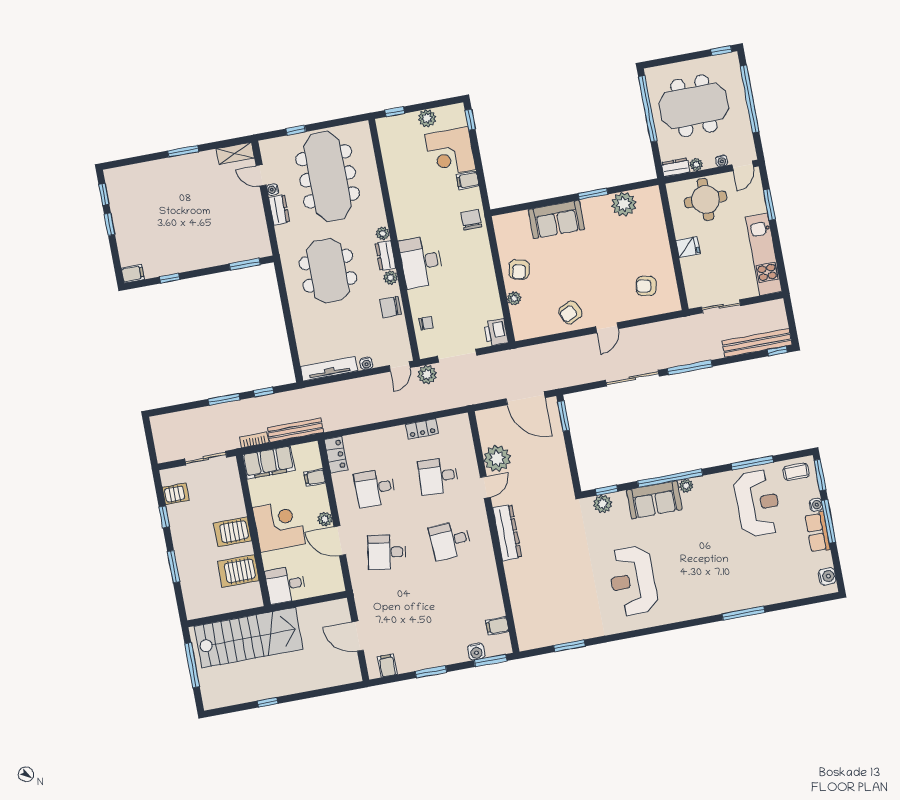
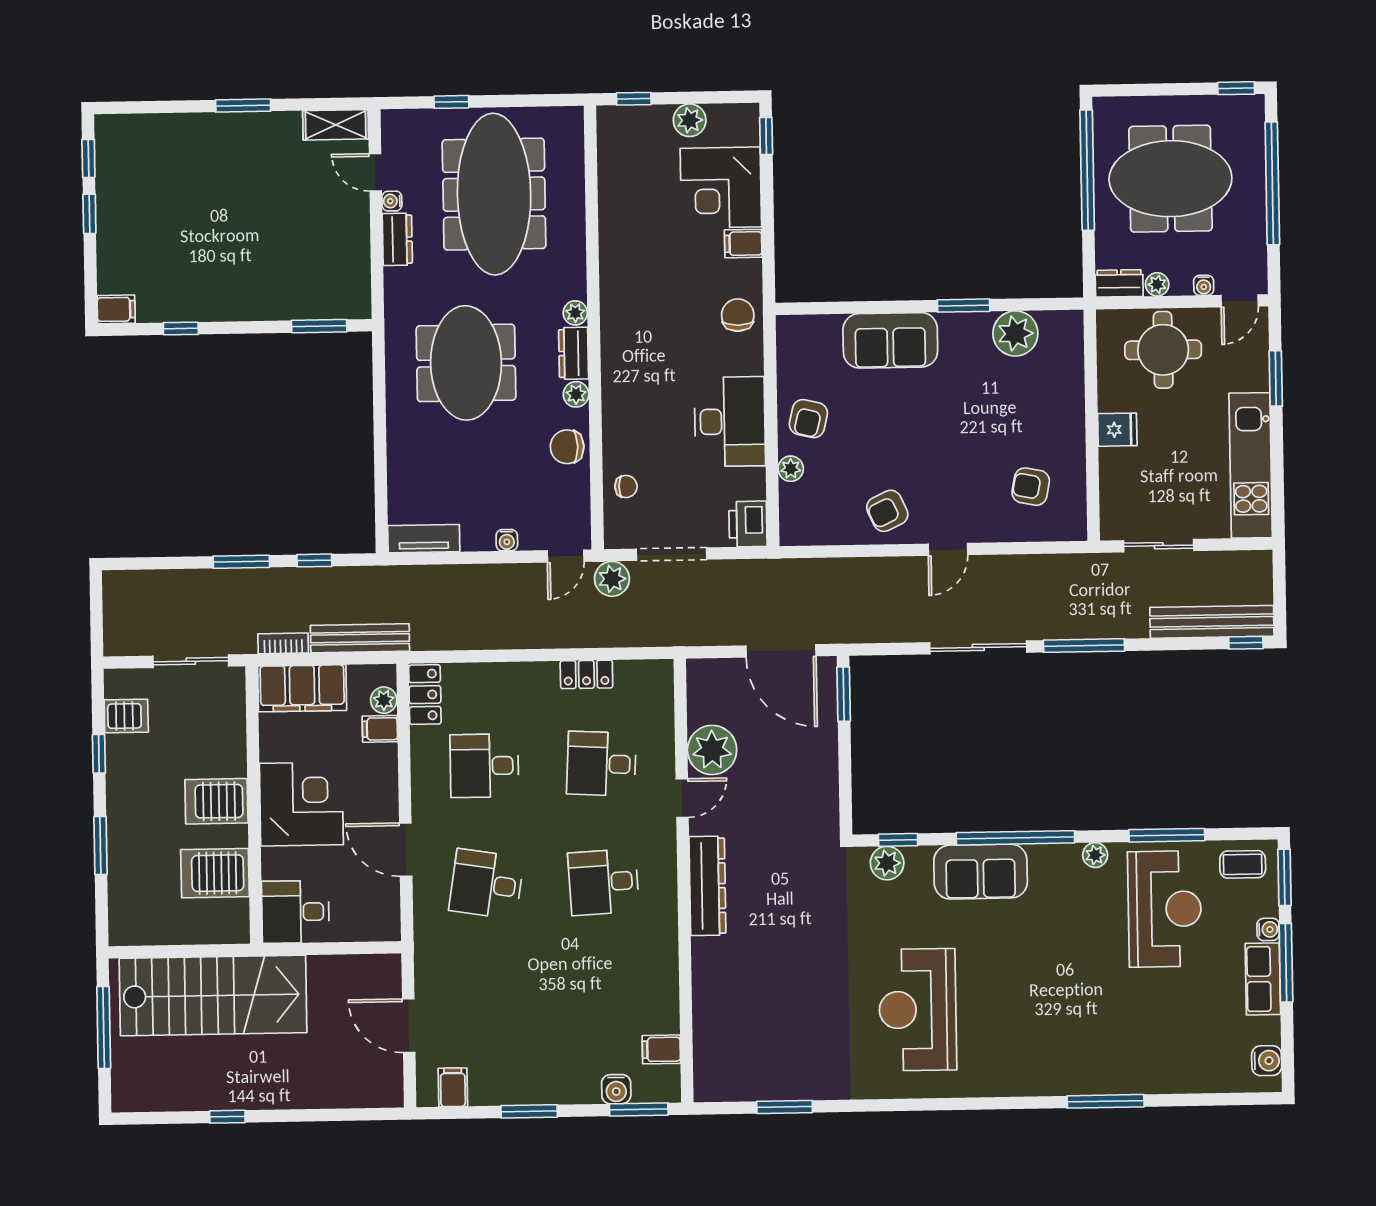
desk: (421, 262) -> (730, 422), moved, turned 180
tv unit: (329, 369) -> (424, 539), width x0.71
plant: (686, 486) -> (1095, 855), moved
plant: (325, 519) -> (384, 700), moved

